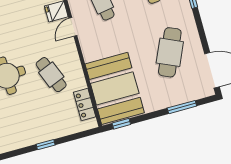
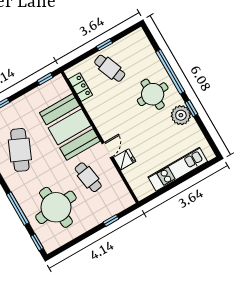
cafe table: (51, 75) -> (110, 68), moved
booth: (115, 88) -> (70, 127), moved

